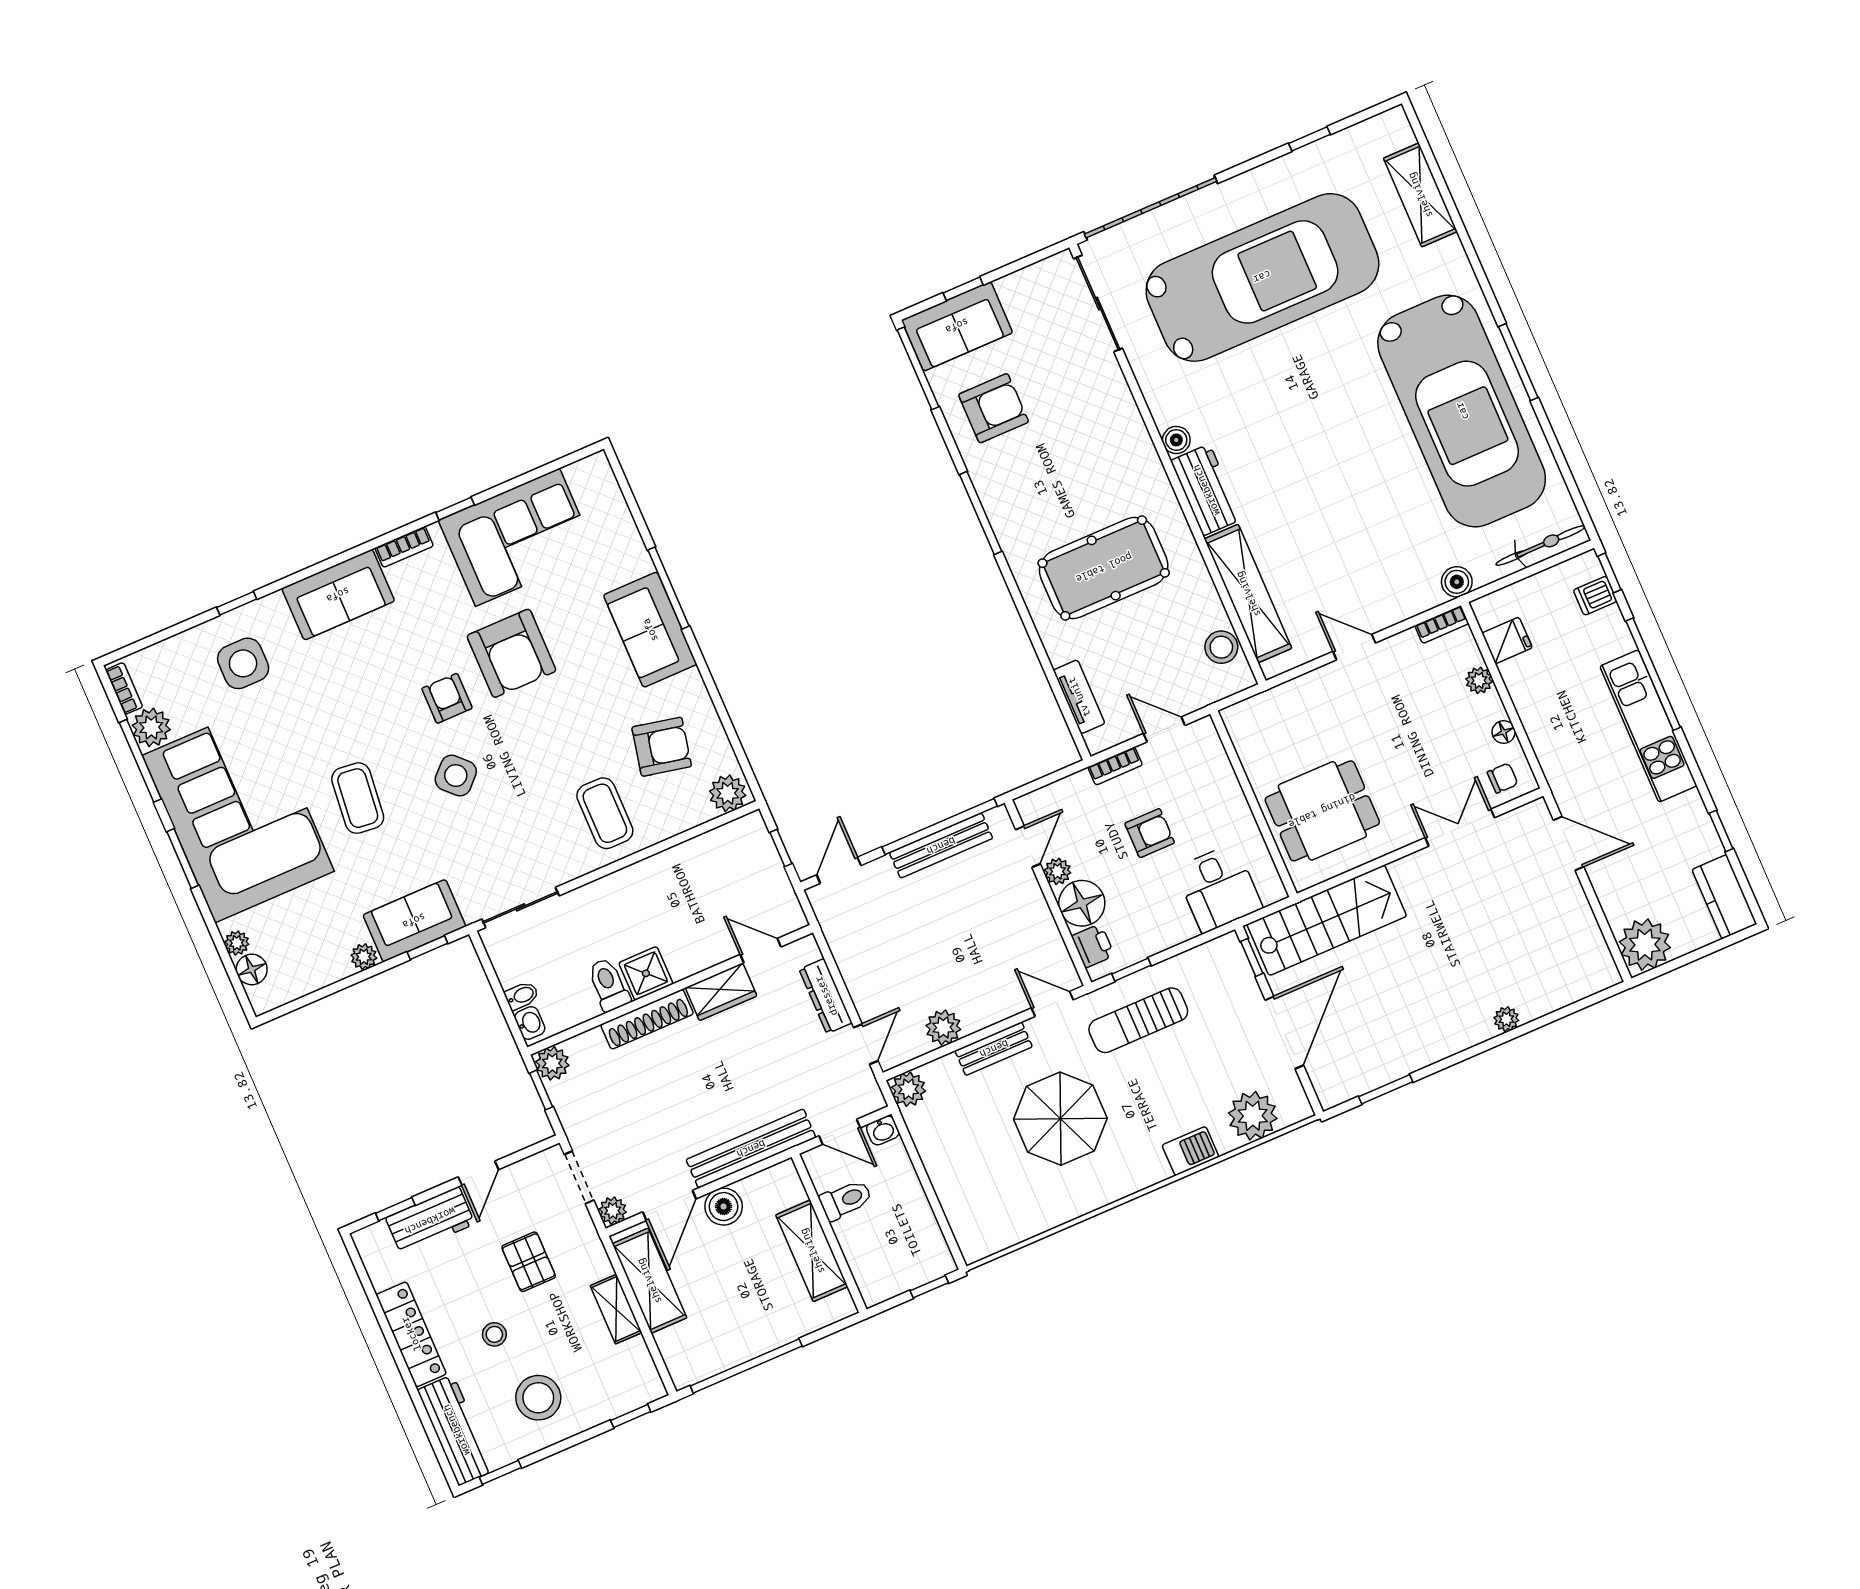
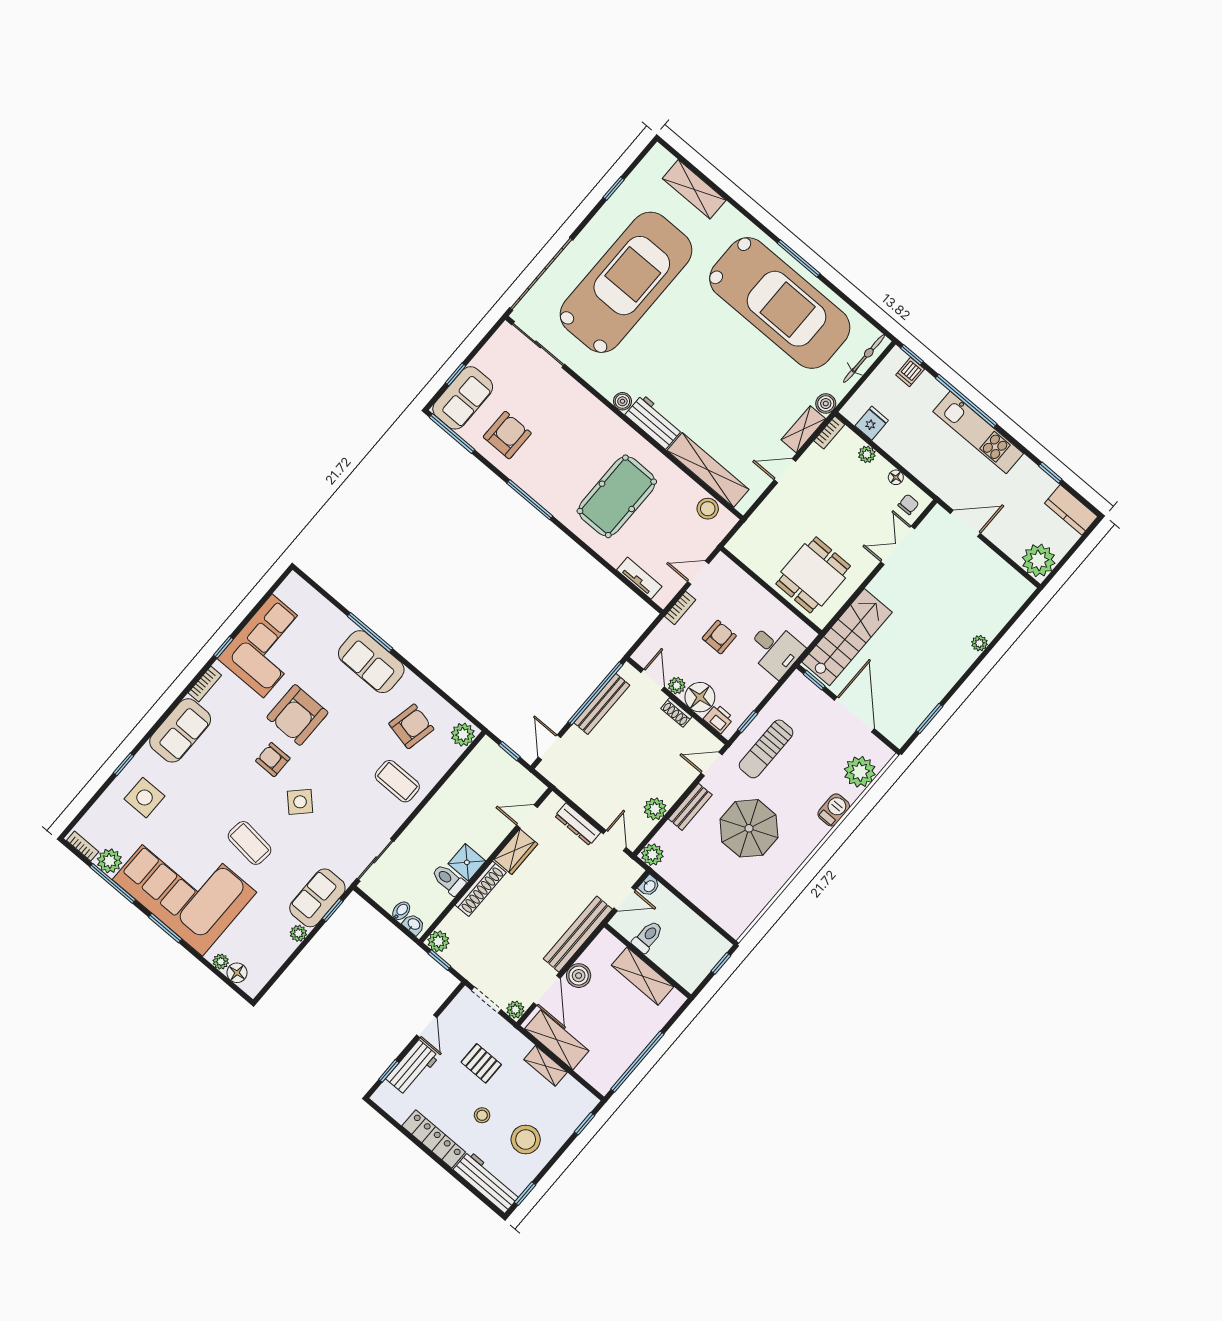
shelving: (1408, 602) -> (803, 429), added
armchair: (512, 653) -> (297, 715), turned 90
shoe rack: (1039, 908) -> (676, 713), added

